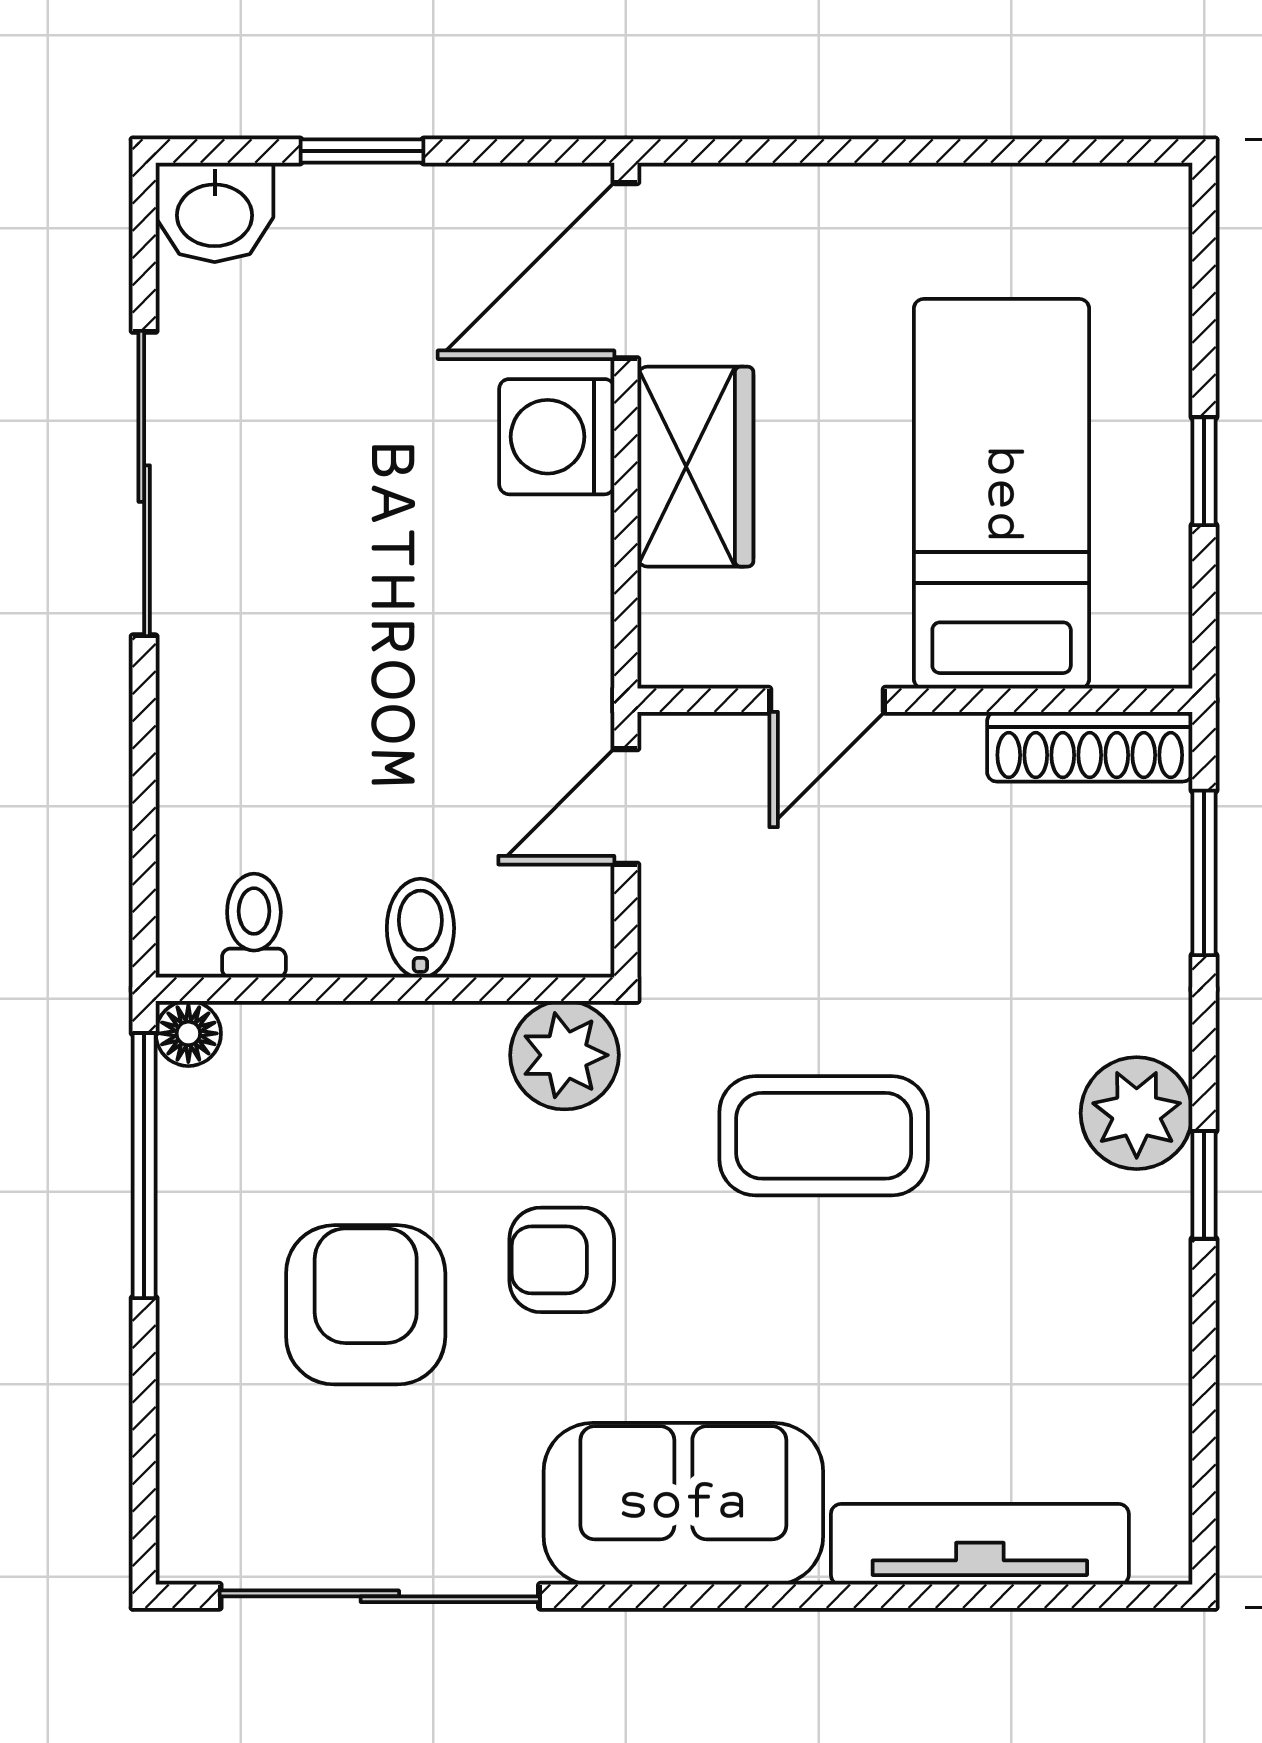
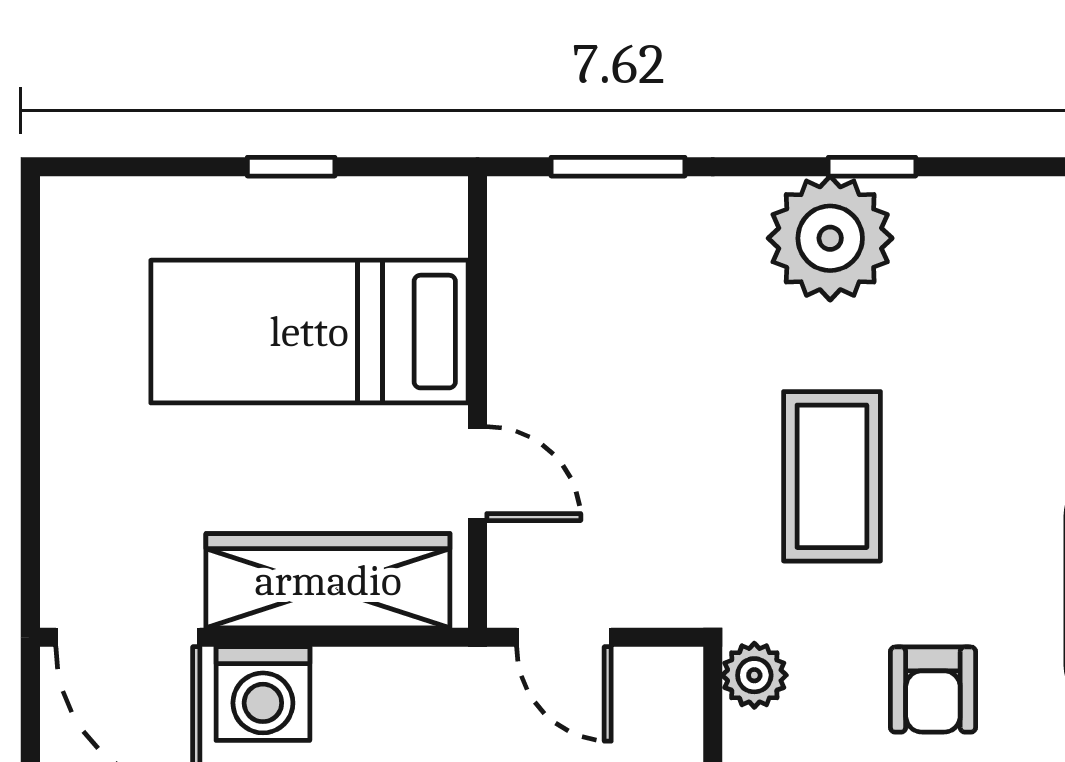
wardrobe: (695, 467) -> (328, 581), width x1.50
shoe rack: (1090, 747) -> (515, 260), removed
plant: (564, 1055) -> (754, 675), width x0.73, depth x0.73
plant: (1137, 1113) -> (830, 238), width x1.36, depth x1.36

